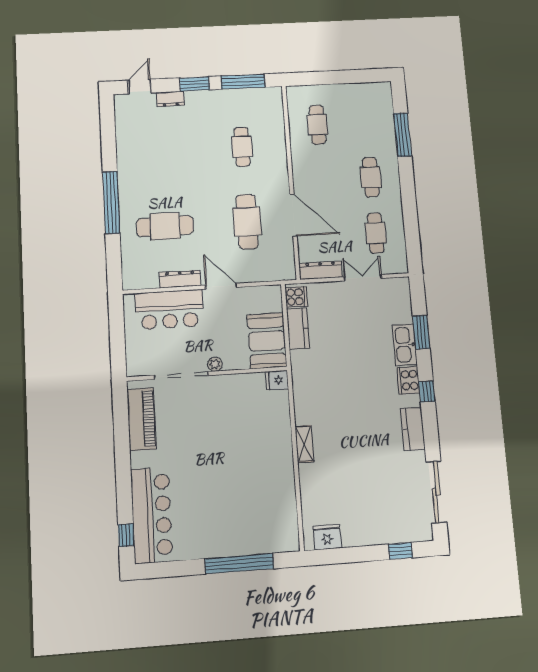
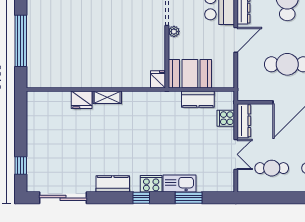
cooker: (296, 297) -> (226, 118), moved, turned 90
fridge: (327, 537) -> (82, 100), moved, turned 90

